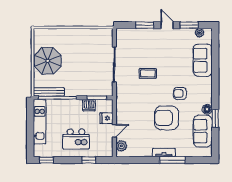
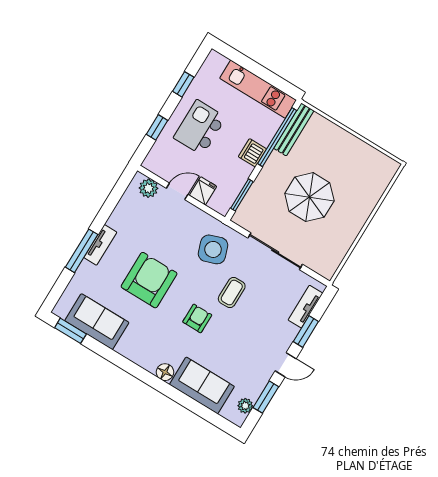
tv unit: (133, 33) -> (305, 307), added
parasol: (48, 61) -> (309, 197), moved
armchair: (180, 93) -> (197, 318), moved
side table: (132, 96) -> (213, 249), added
dishwasher: (89, 105) -> (252, 153), moved
floor lamp: (207, 109) -> (165, 372), moved
window: (215, 118) -> (70, 331), moved
door: (114, 131) -> (177, 191), swing flipped
window: (47, 160) -> (183, 84), moved

